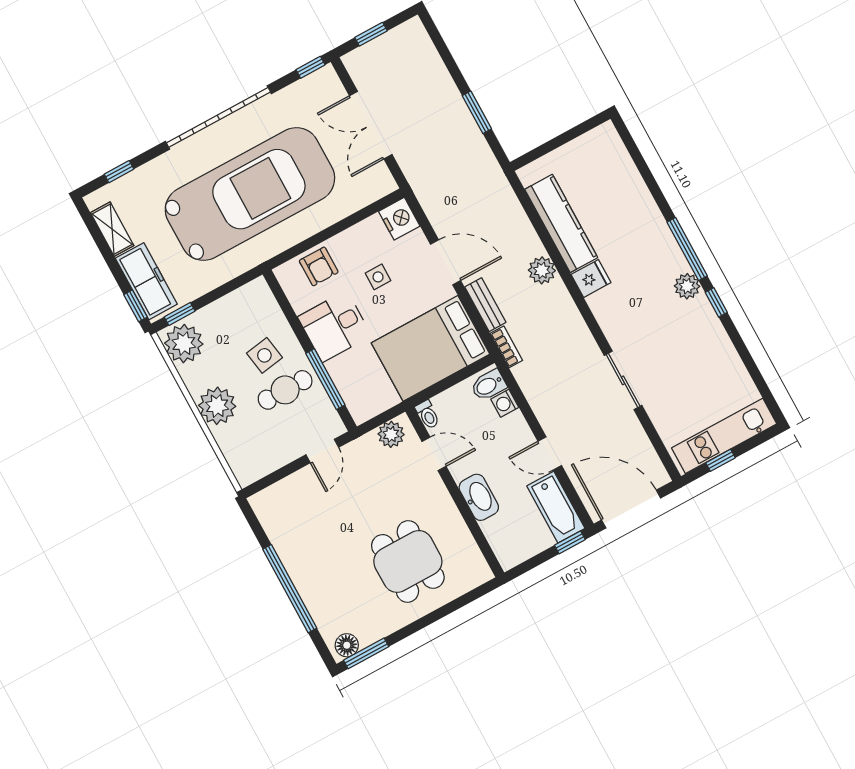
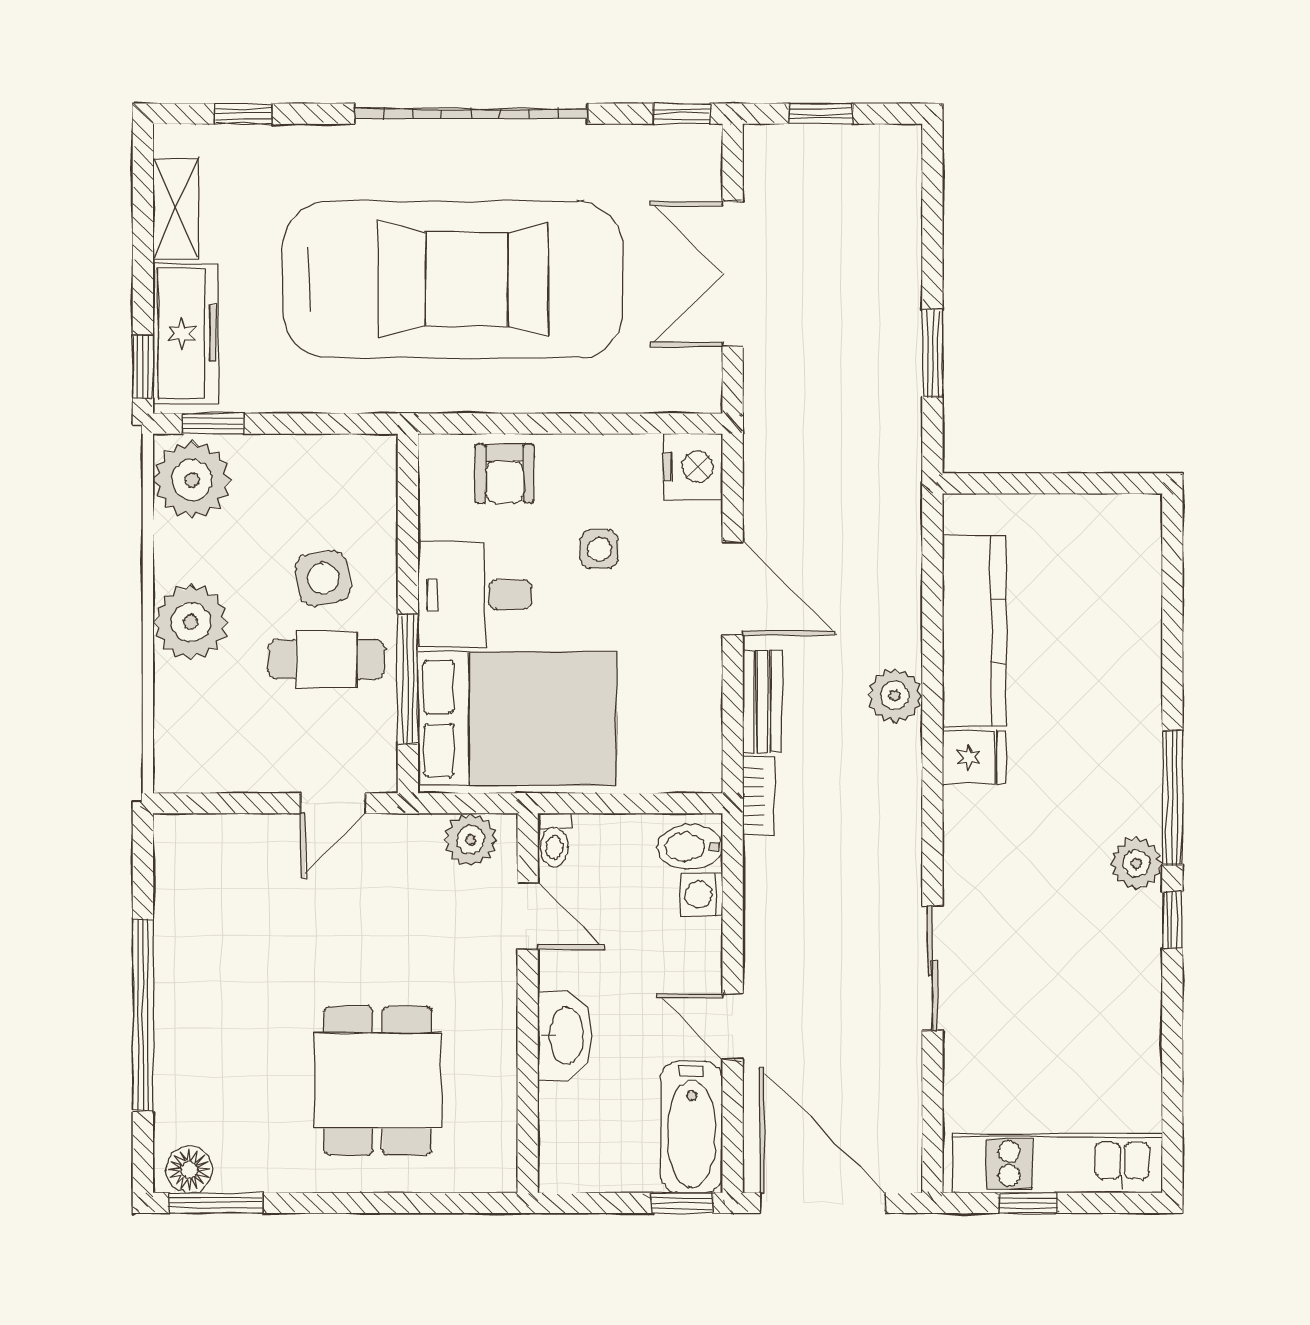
bed: (431, 348) -> (517, 719), moved, turned 180

